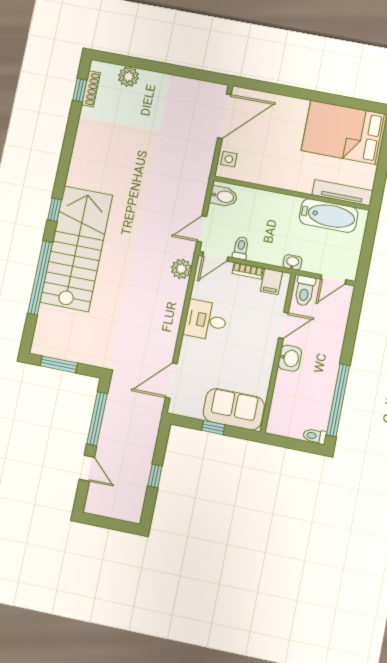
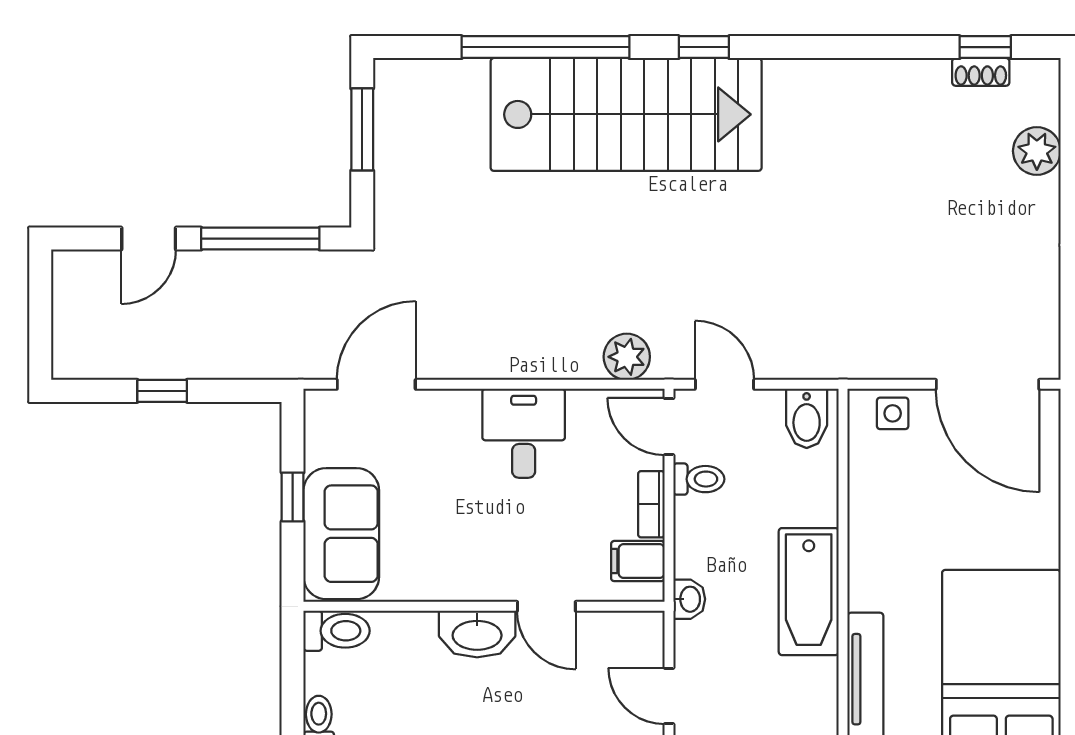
shoe rack: (91, 89) -> (981, 72), width x0.70
bathtub: (329, 216) -> (809, 592), moved
toilet: (305, 291) -> (337, 631), moved, turned 180
washbasin: (290, 358) -> (477, 634), width x1.38
door: (171, 381) -> (376, 384), hinge flipped

